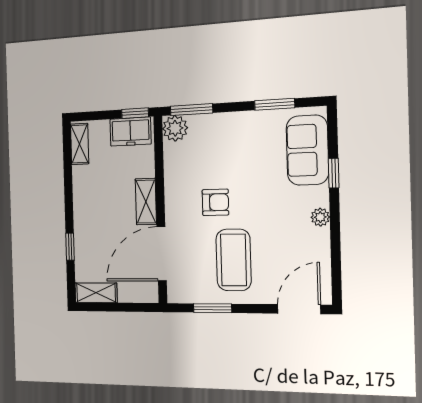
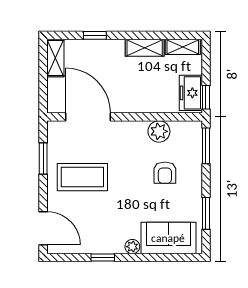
plant: (175, 128) -> (159, 131), moved
window: (334, 173) -> (103, 258), moved
shelving: (146, 202) -> (145, 48), moved
armchair: (215, 202) -> (165, 173), moved
plant: (320, 217) -> (132, 247), moved

